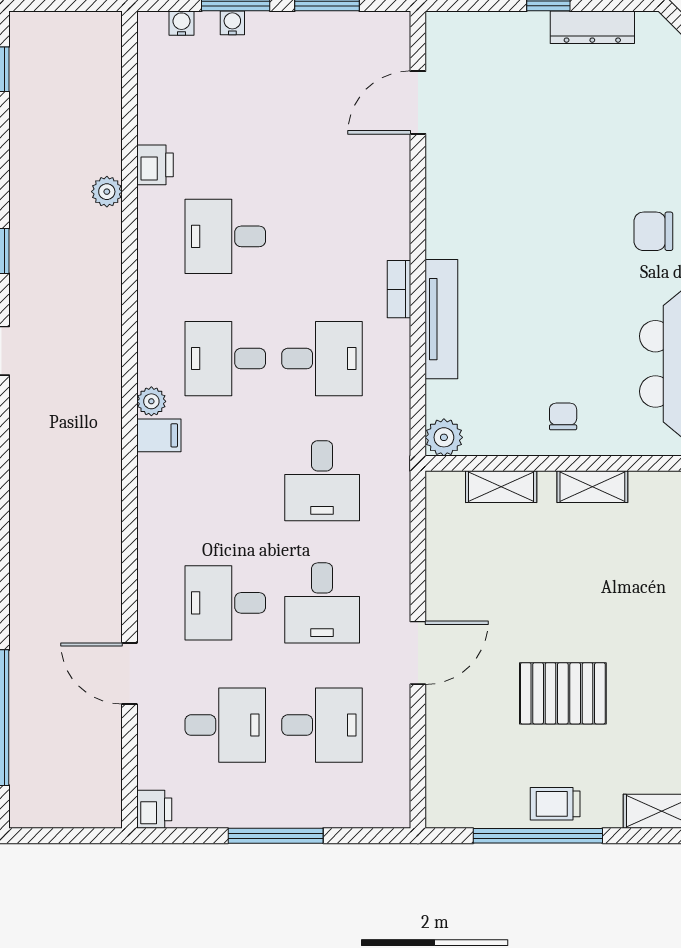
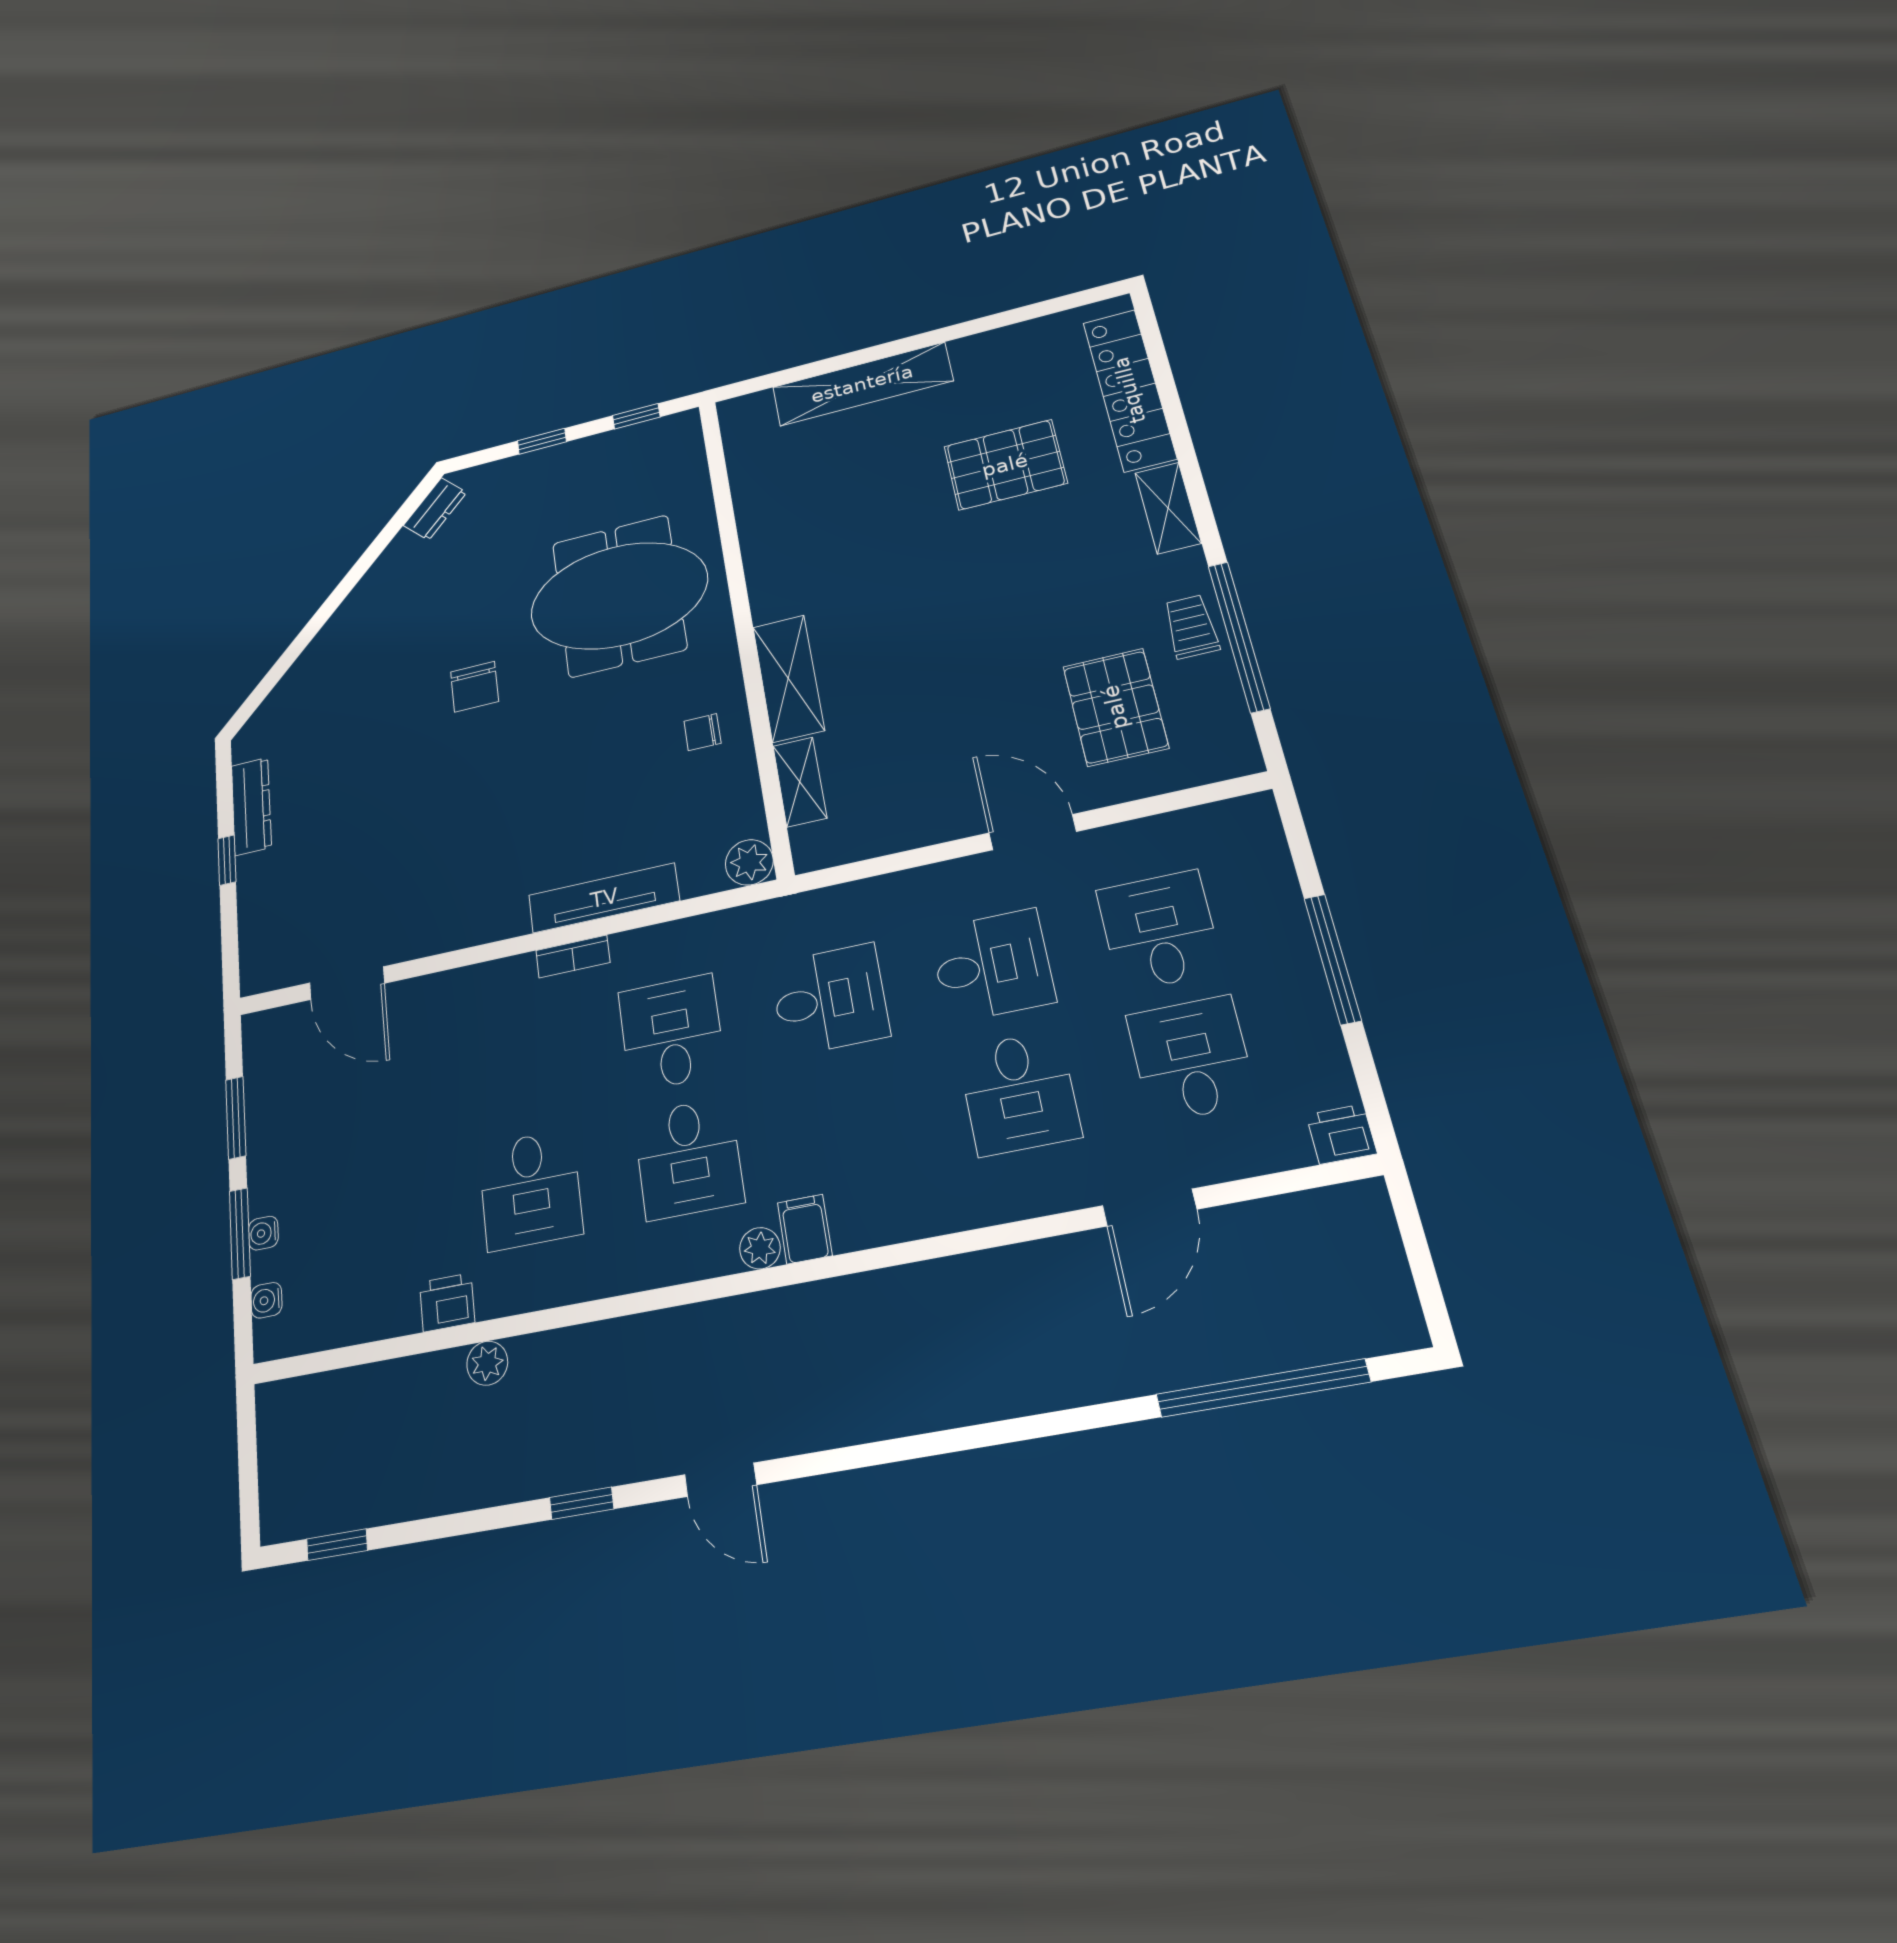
shelving: (592, 487) -> (788, 678), width x1.50, depth x1.33
pallet: (563, 693) -> (1115, 707), moved
trolley: (555, 804) -> (1191, 627), turned 180

